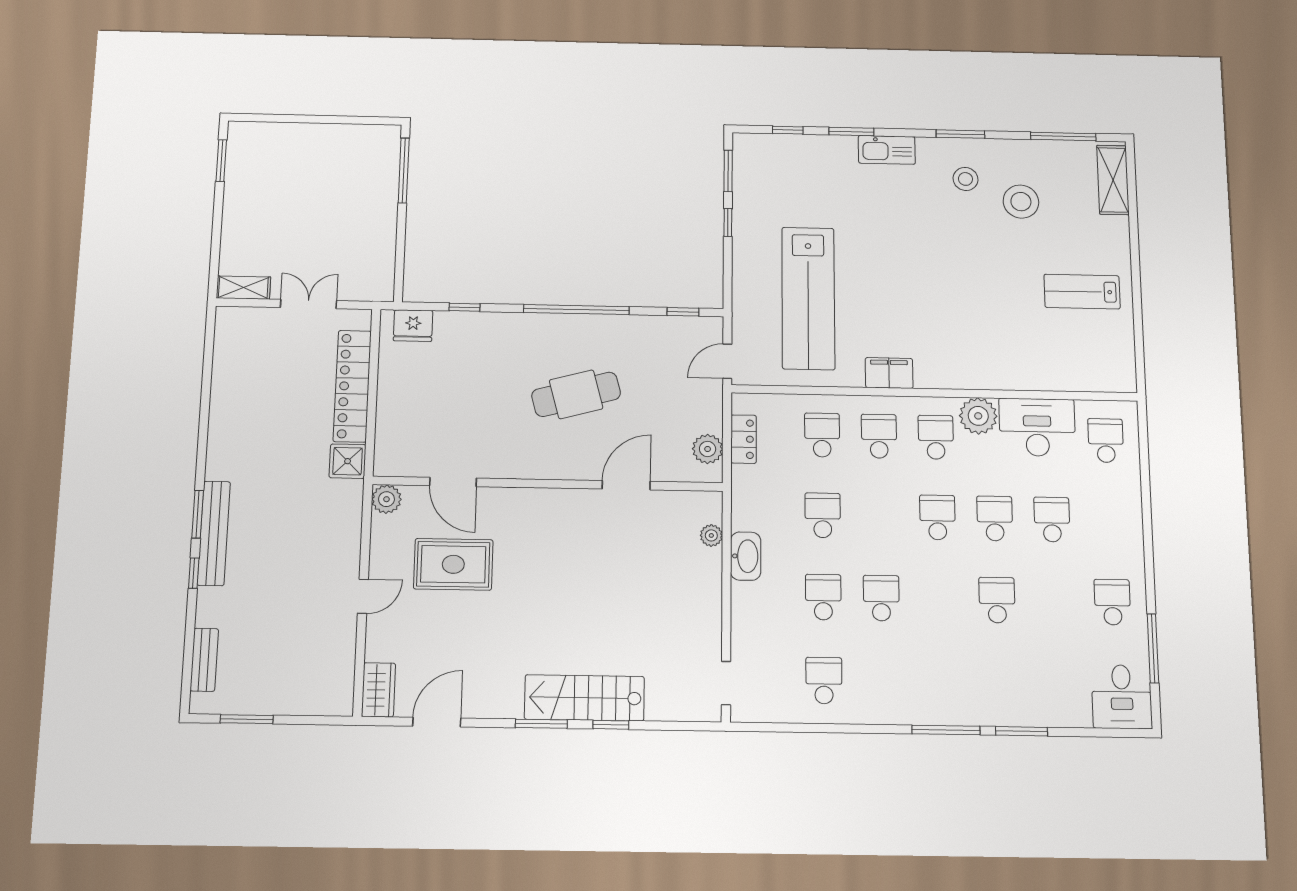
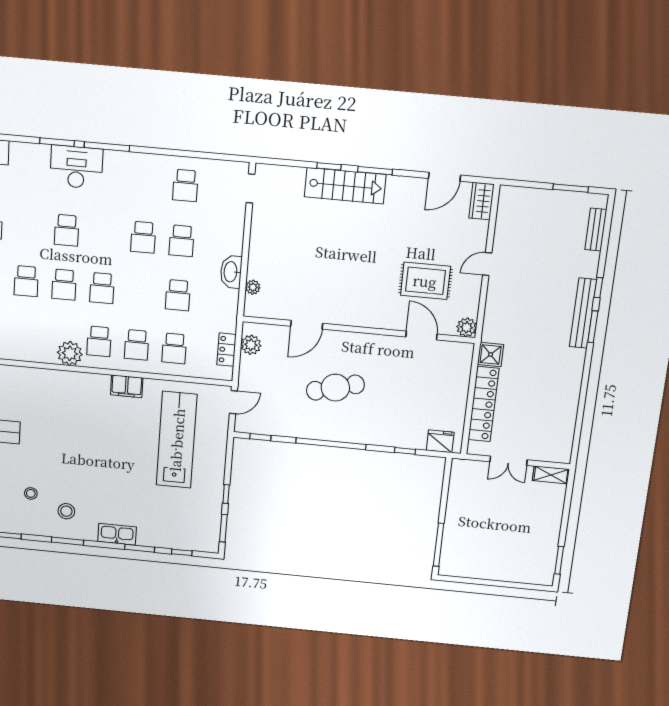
stool: (1021, 202) -> (31, 493), width x0.53, depth x0.53
desk: (1037, 427) -> (76, 167), moved, turned 180

